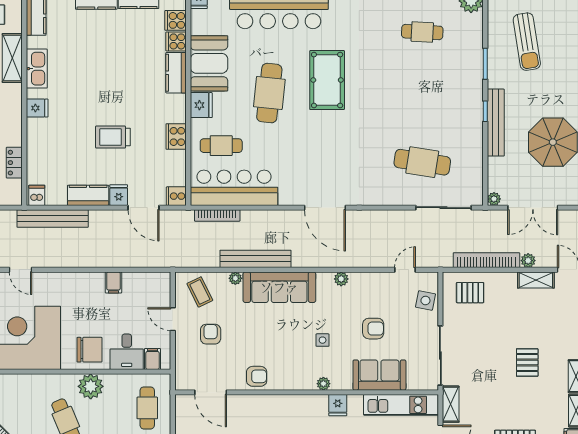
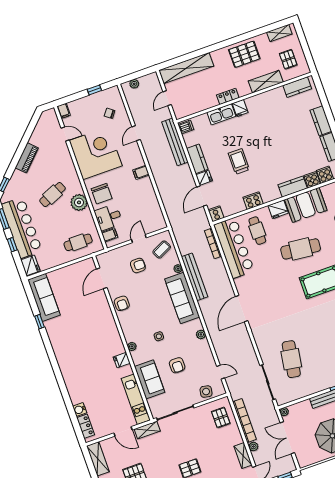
kitchen sink: (37, 69) -> (221, 114), moved
locker: (14, 163) -> (228, 96), moved
filing cabinet: (113, 282) -> (141, 172), moved

